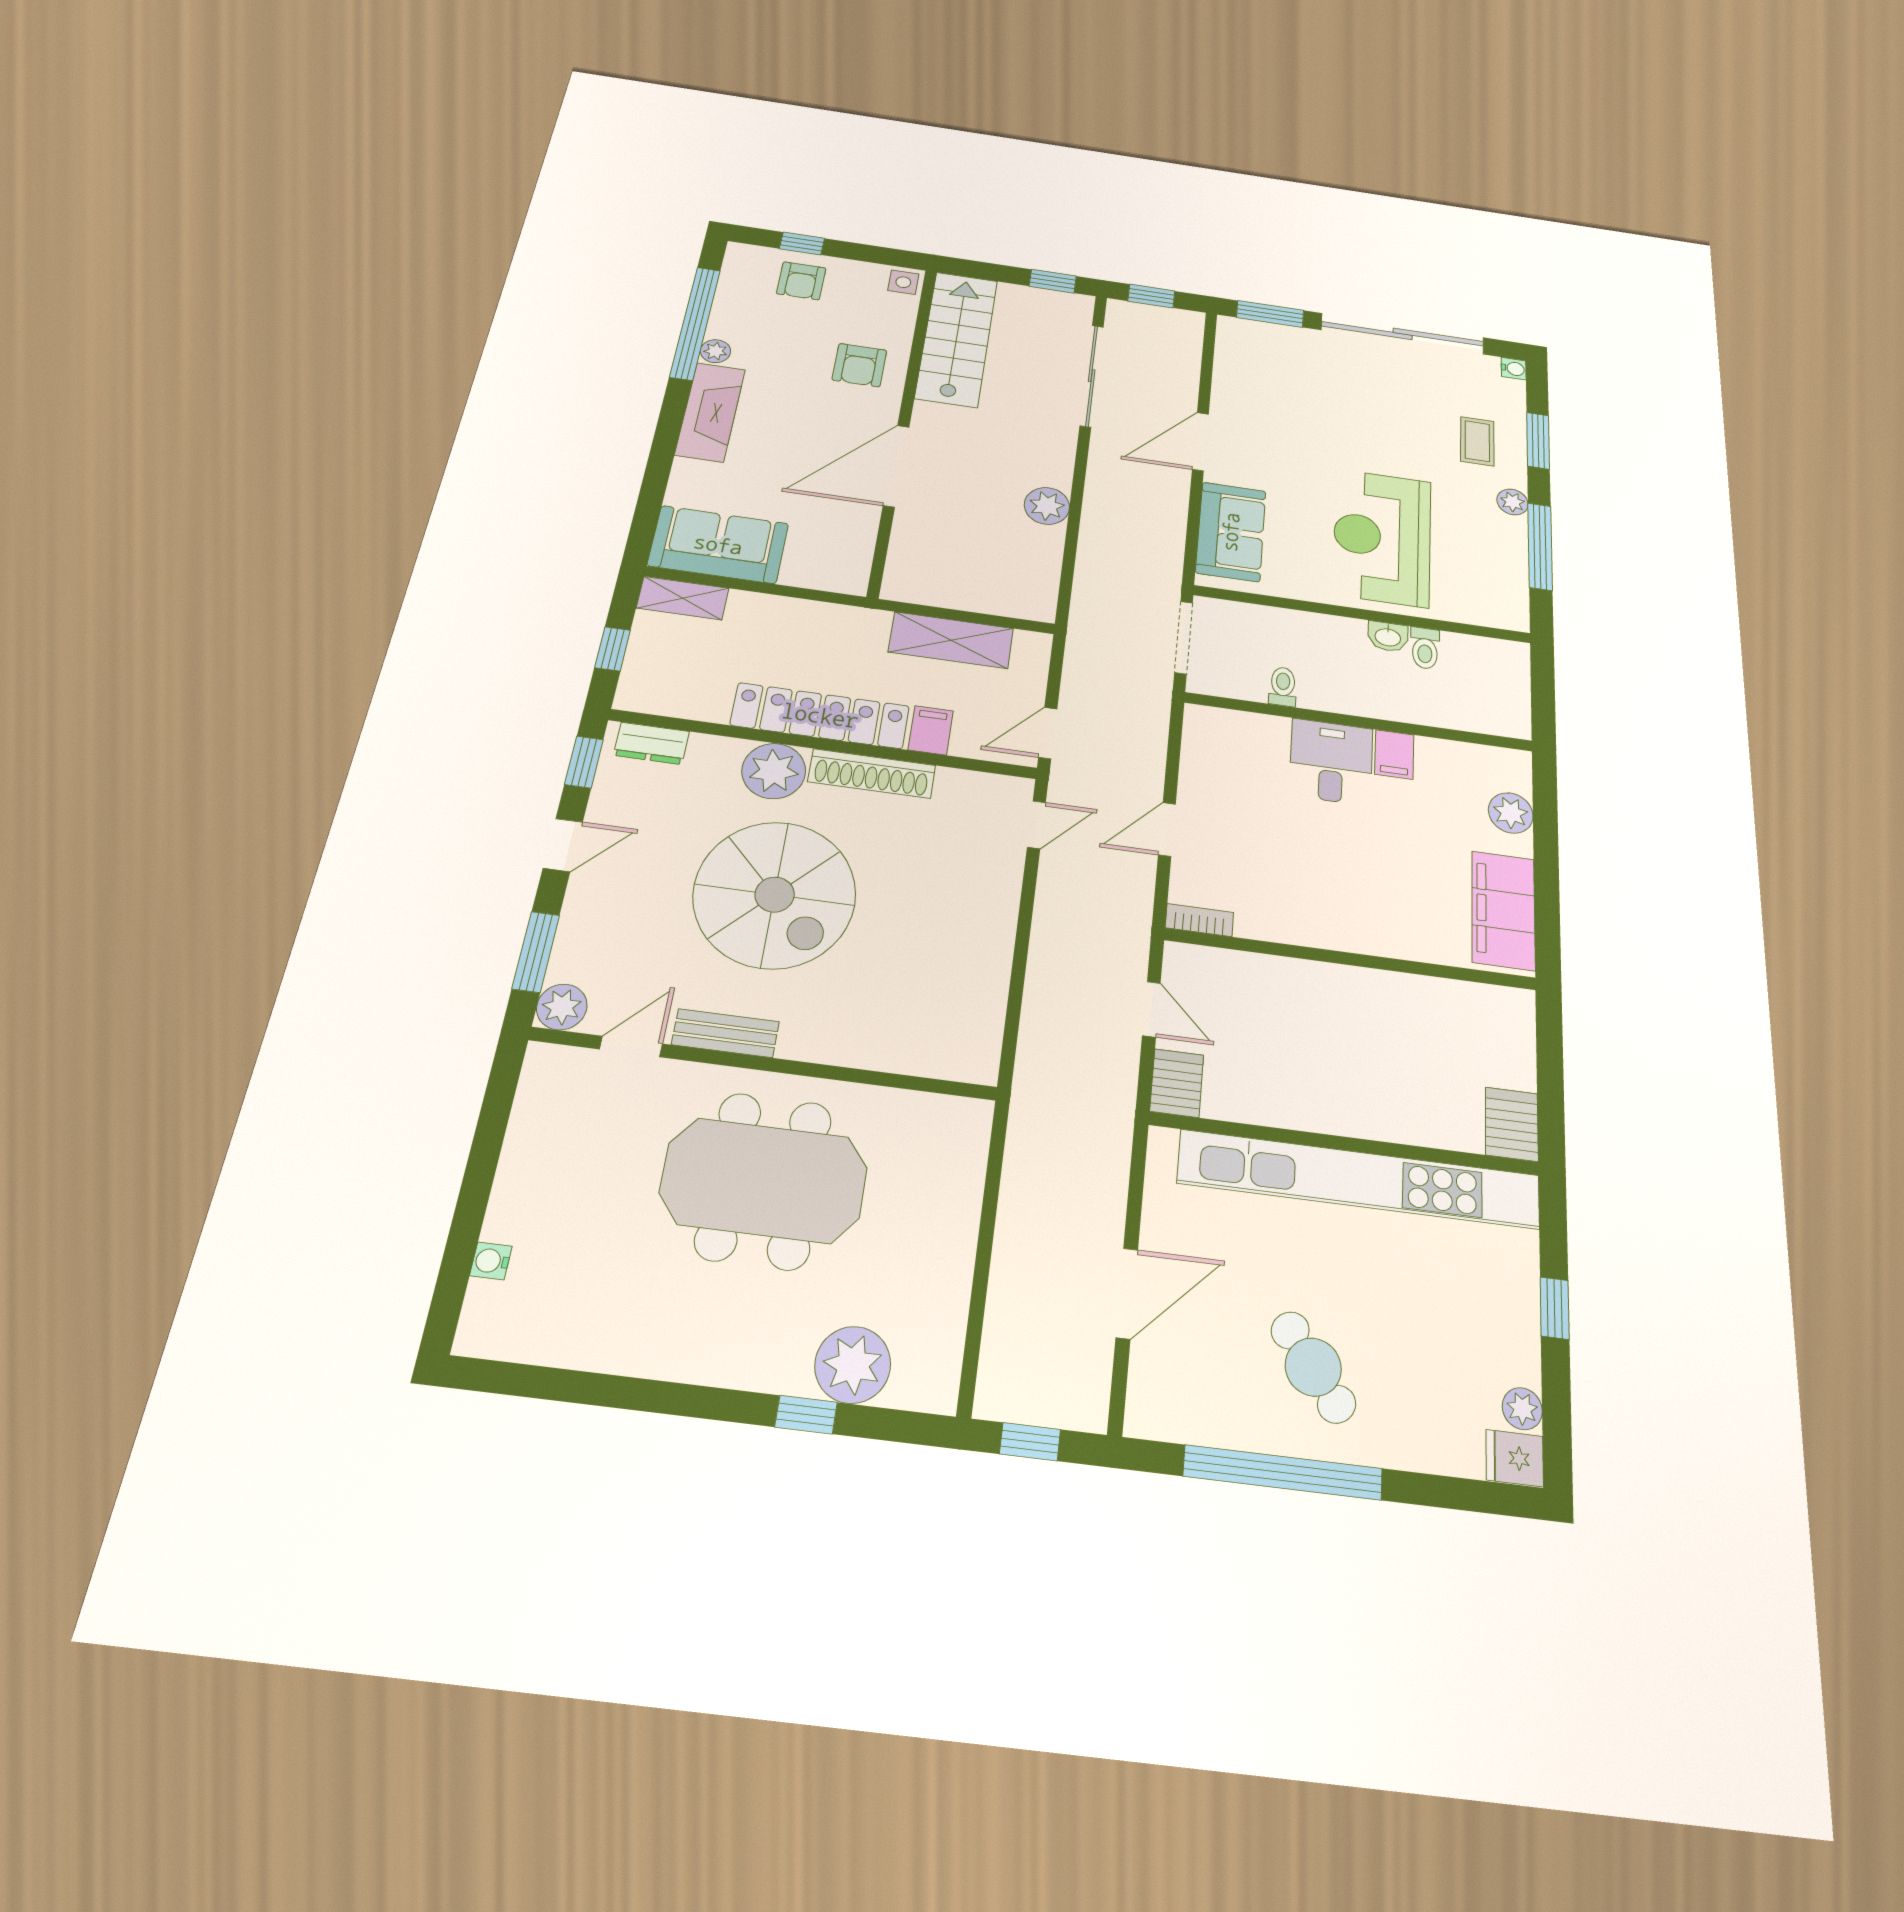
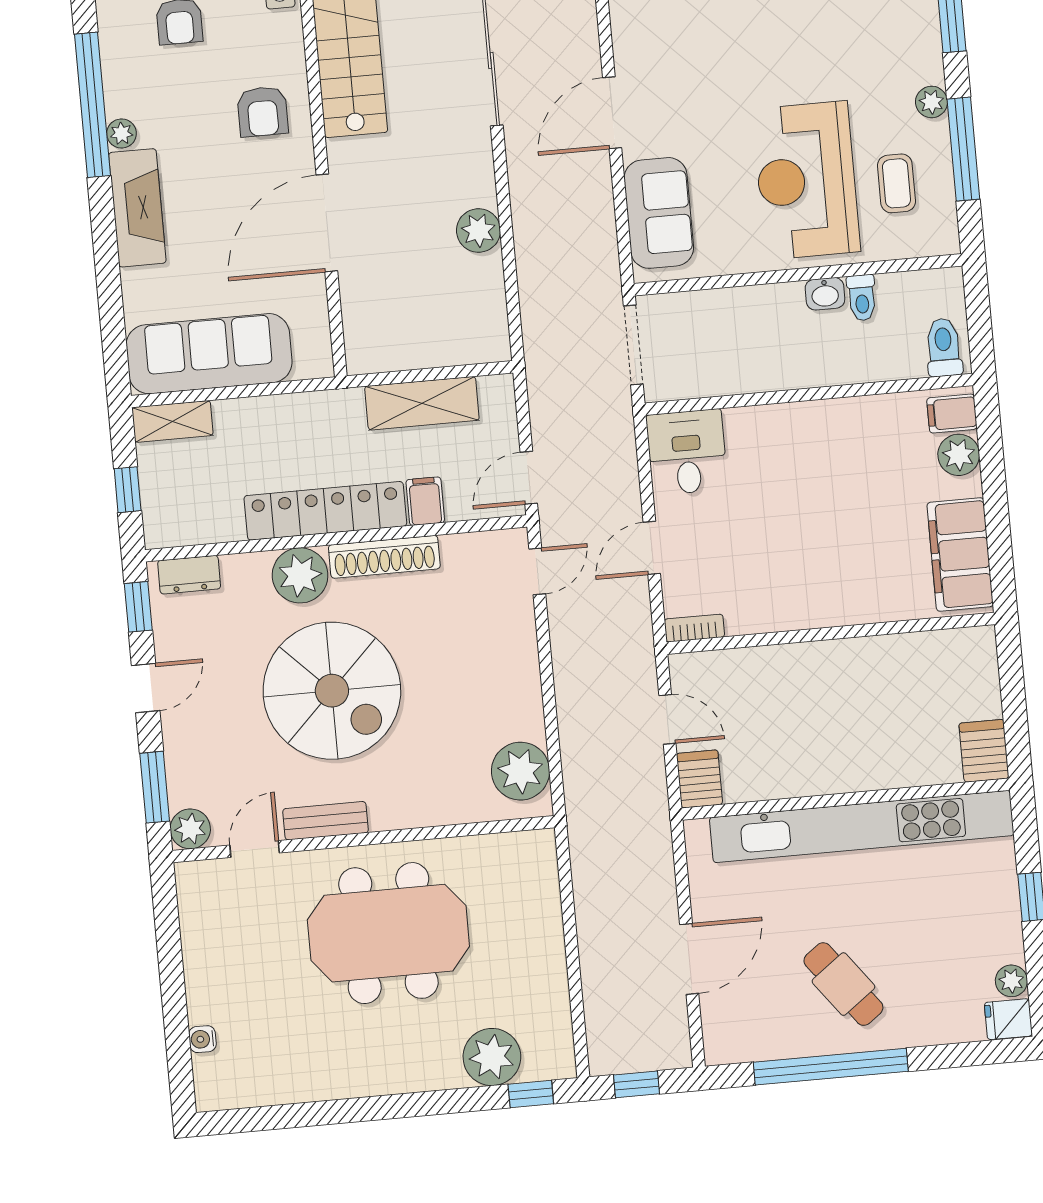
coffee table: (1477, 441) -> (896, 183), moved
sofa: (718, 545) -> (209, 354), width x1.36
toilet: (1283, 687) -> (944, 347), moved, width x1.37, depth x1.39
filing cabinet: (1394, 755) -> (952, 414), moved, turned 90
desk: (1331, 762) -> (687, 452), moved
plant: (969, 1028) -> (521, 771), added
window: (806, 1415) -> (531, 1094), moved

